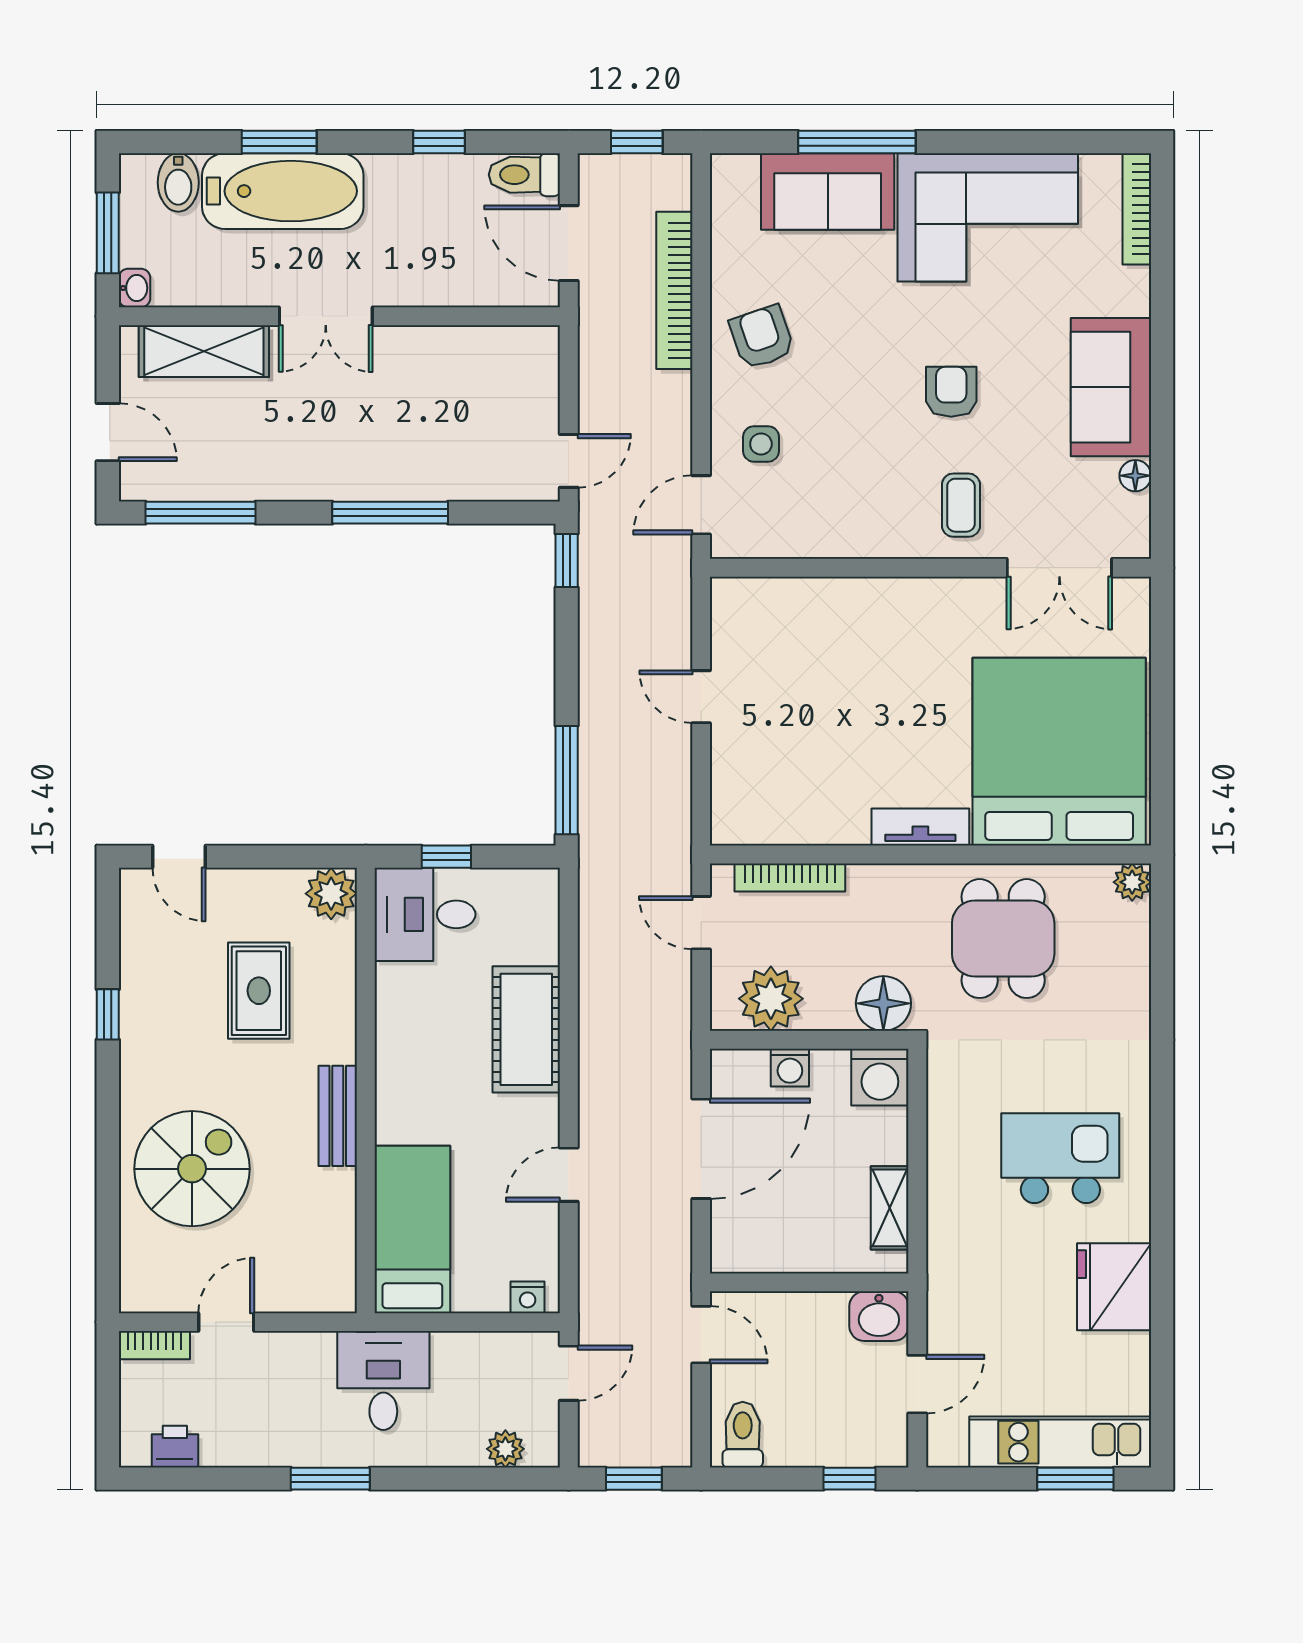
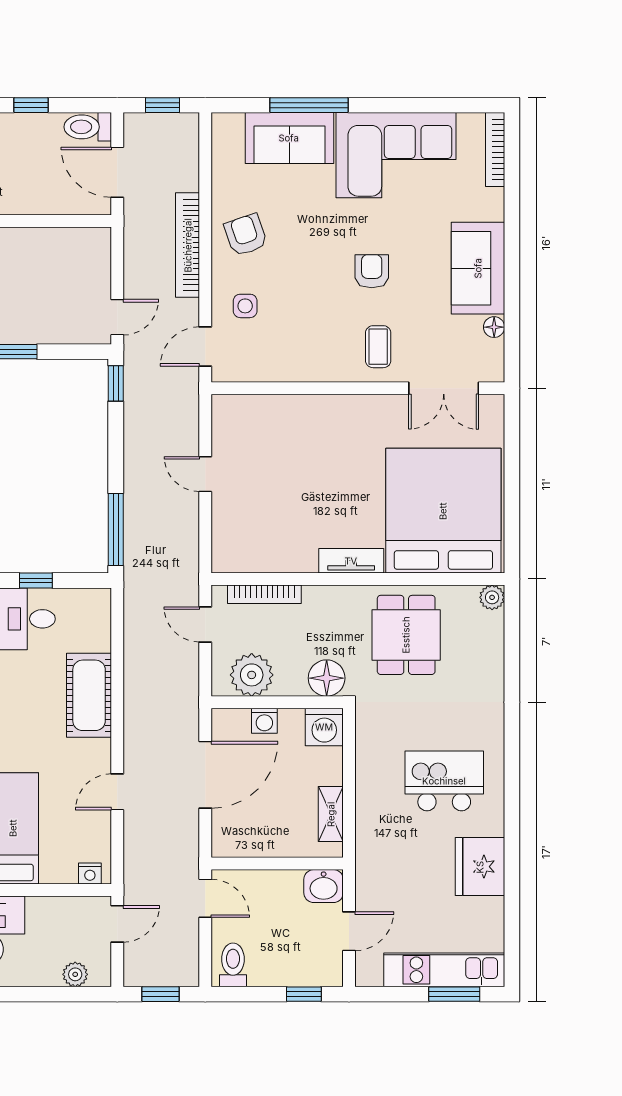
bookcase: (674, 290) -> (188, 245), moved

